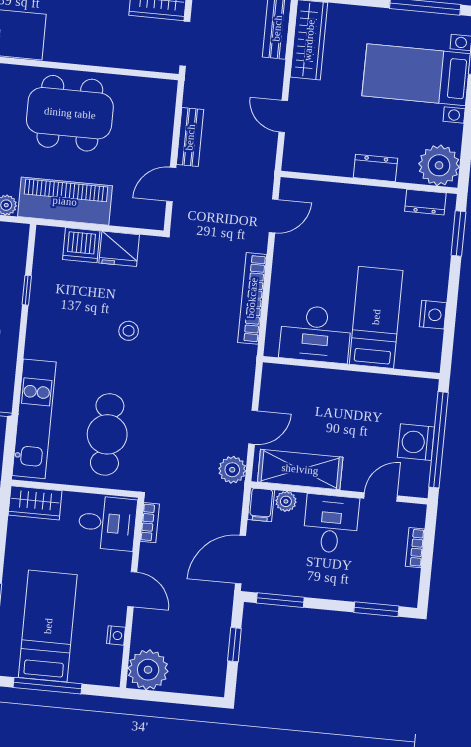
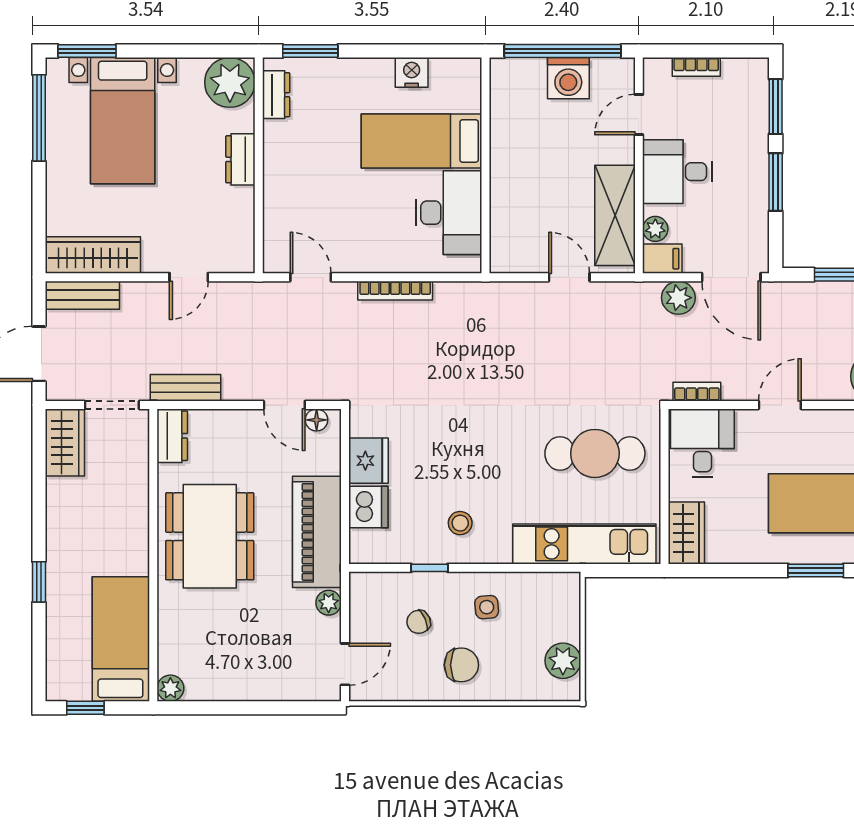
dresser: (155, 91) -> (172, 436), added
bench: (190, 137) -> (186, 388), moved
floor lamp: (156, 210) -> (317, 420), added
bookcase: (252, 298) -> (395, 291), width x0.68, depth x0.76
stool: (129, 331) -> (460, 523), moved
plant: (232, 470) -> (678, 298), moved
door: (381, 497) -> (639, 115), hinge flipped
window: (280, 600) -> (776, 182), moved
nightstand: (116, 635) -> (838, 419), removed

